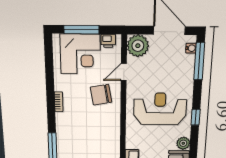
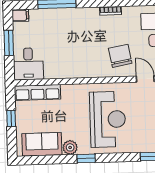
window: (196, 117) -> (86, 158), moved

